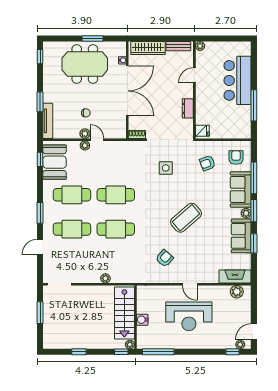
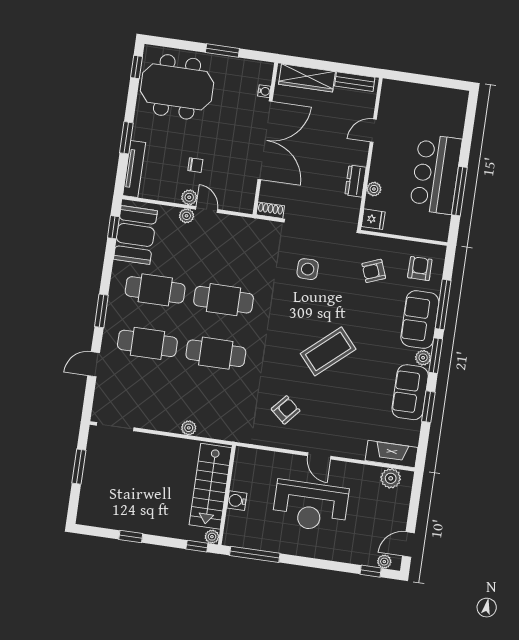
plant: (200, 46) -> (374, 189), moved
meeting table: (85, 64) -> (177, 87), moved
bar counter: (238, 80) -> (436, 174), moved

